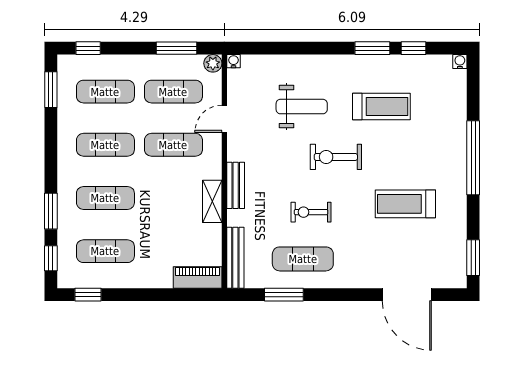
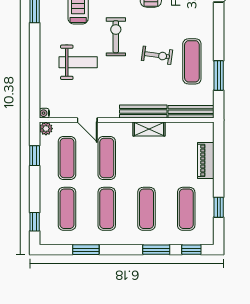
window: (177, 48) -> (35, 156), width x0.67
window: (51, 90) -> (86, 250), moved
weight bench: (302, 107) -> (78, 62), turned 90
exercise bike: (336, 157) -> (116, 37), turned 180
bench: (236, 185) -> (143, 112), width x1.36
exercise bike: (311, 212) -> (157, 55), turned -82
piano: (198, 277) -> (206, 160), moved
window: (88, 295) -> (219, 207), moved

